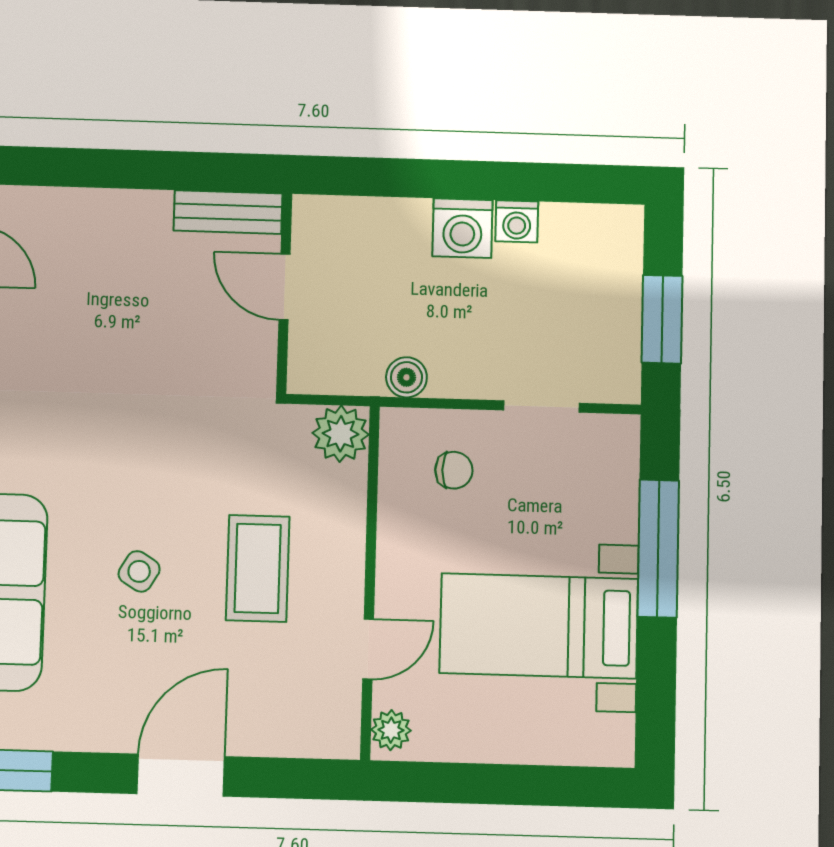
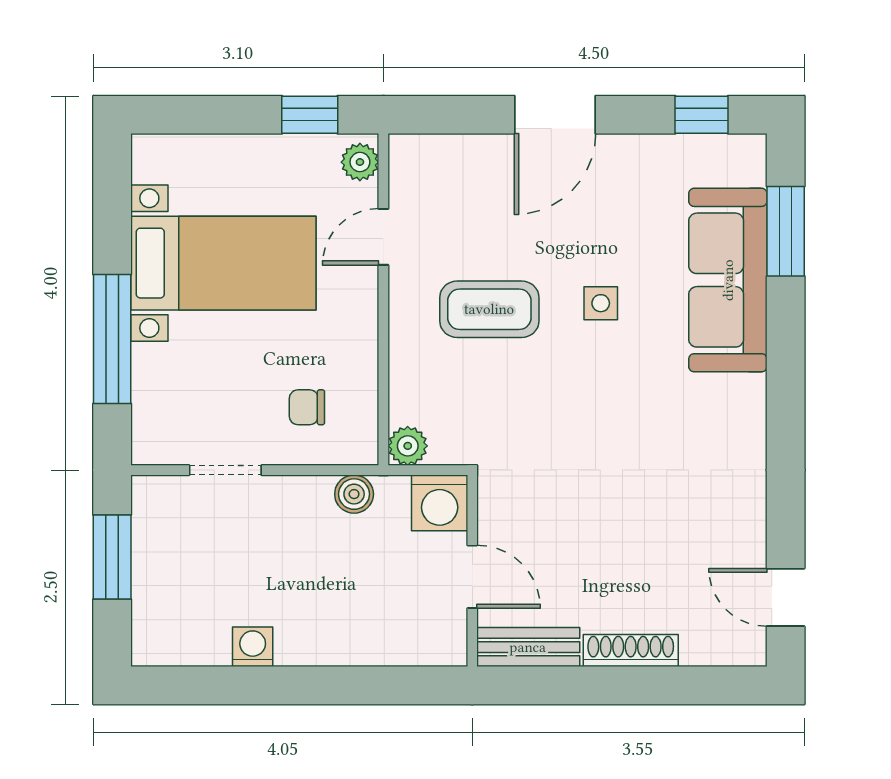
shoe rack: (121, 205) -> (631, 650), added
washing machine: (462, 228) -> (440, 503), moved, turned 180
plant: (341, 434) -> (408, 446), width x0.73, depth x0.73
coffee table: (258, 568) -> (489, 309), turned 90
side table: (139, 571) -> (601, 303), turned -31
window: (443, 783) -> (310, 115), added

